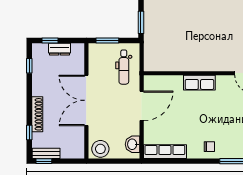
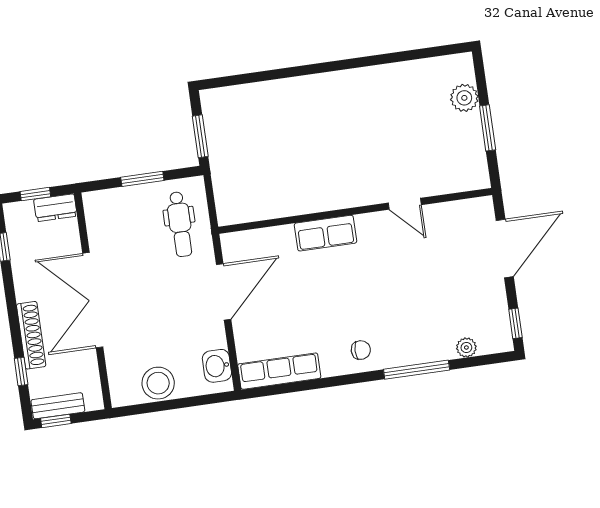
double door: (86, 100) -> (93, 300), moved
wall: (86, 101) -> (93, 301), moved

